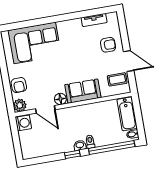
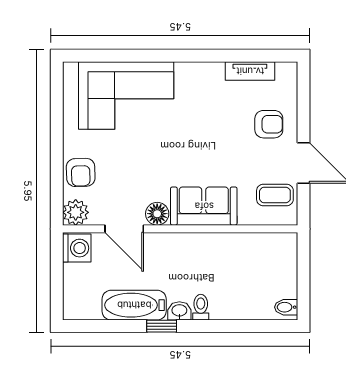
bathtub: (127, 114) -> (134, 305), moved, turned 90
window: (112, 148) -> (241, 326), removed

